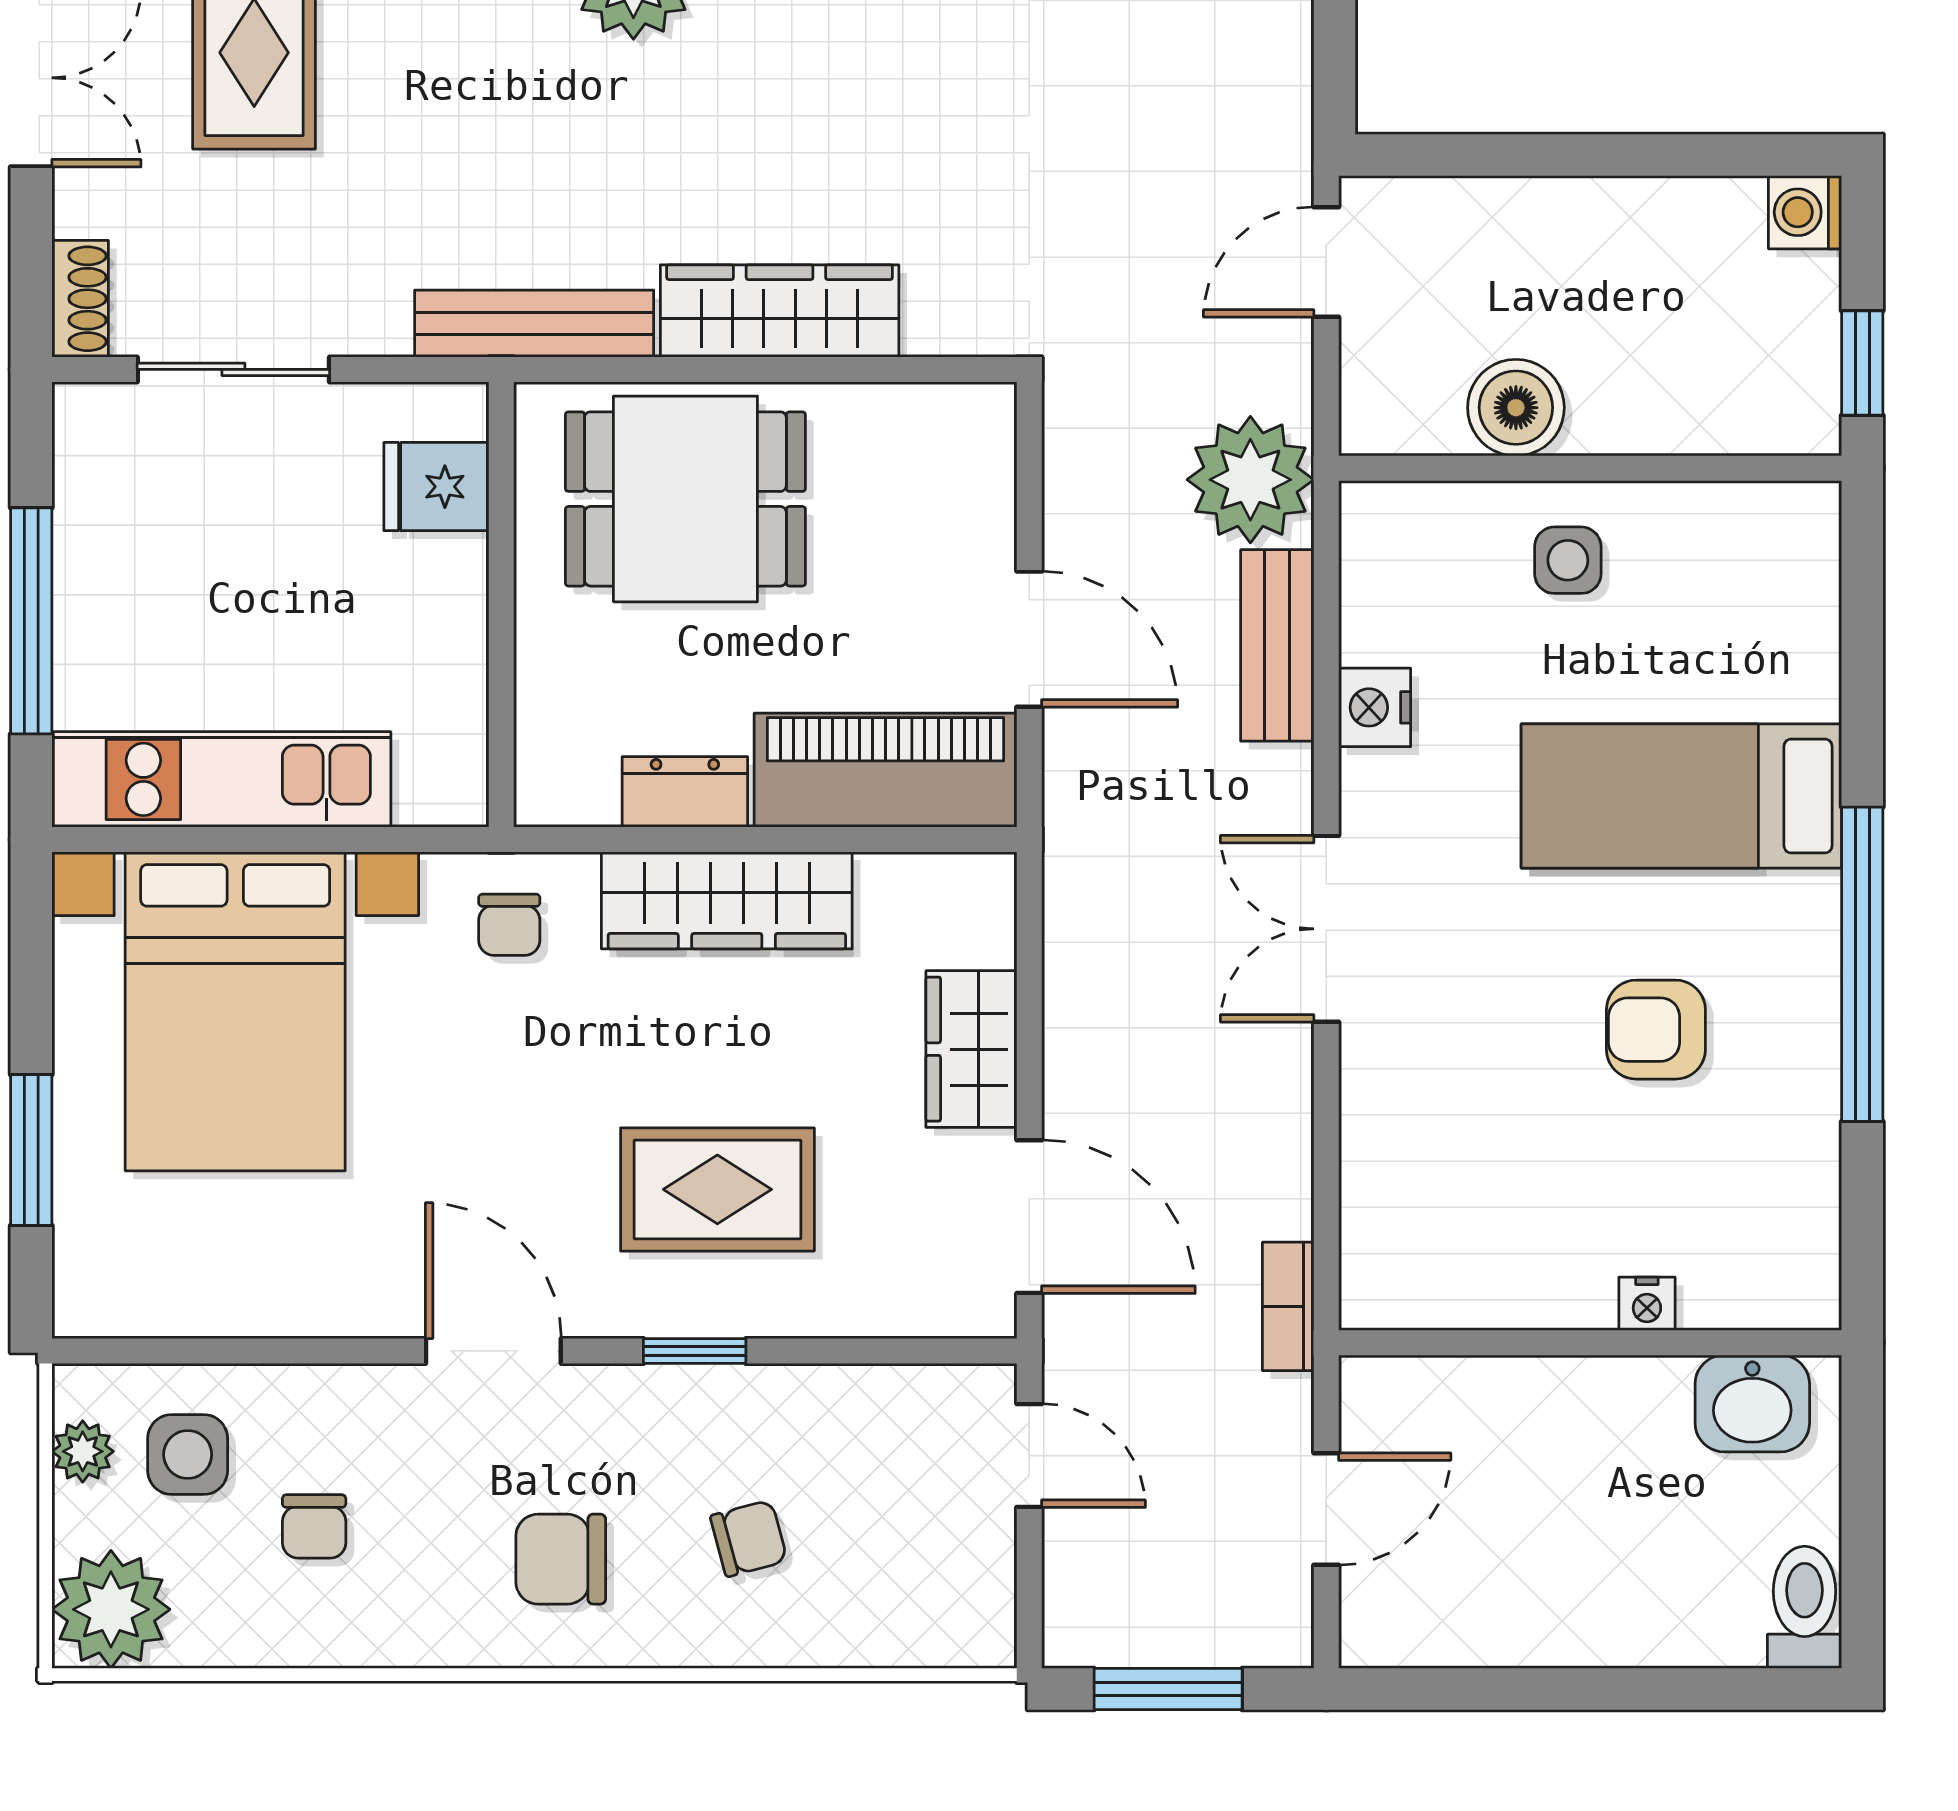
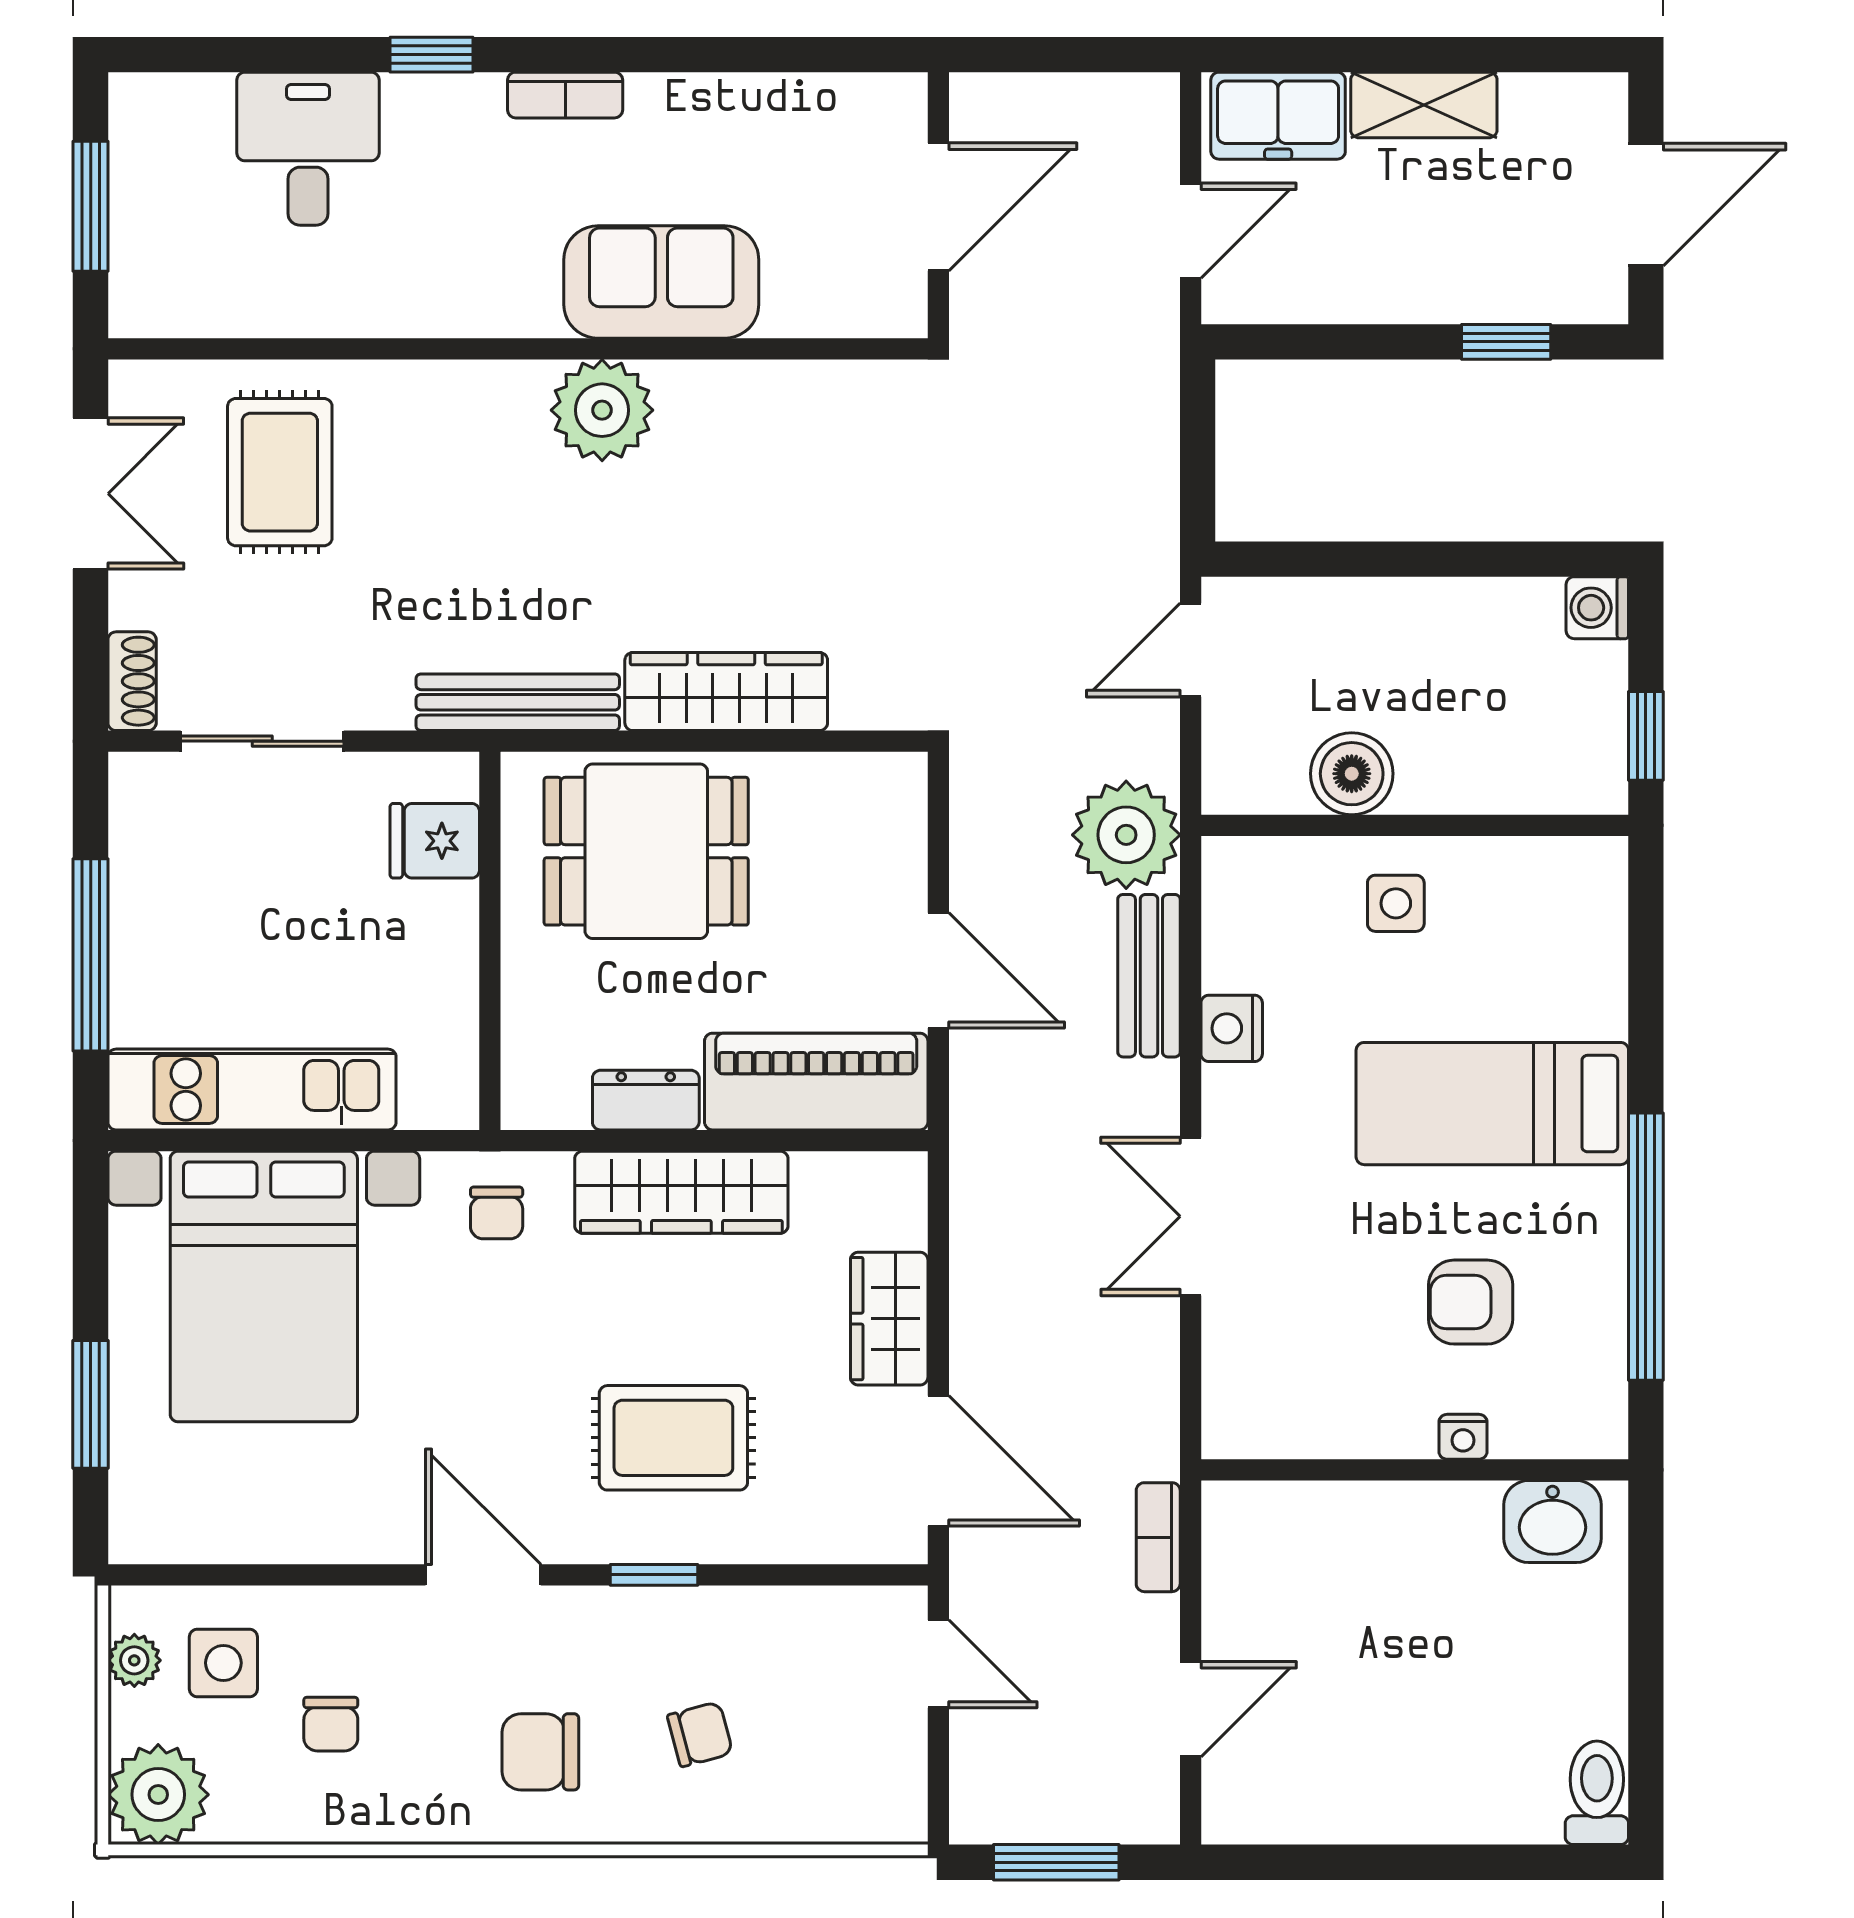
nightstand: (1647, 1304) -> (1463, 1437), moved
wall: (1590, 1343) -> (1415, 1470), moved
washbasin: (1752, 1403) -> (1553, 1522), moved

